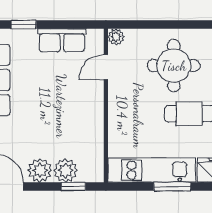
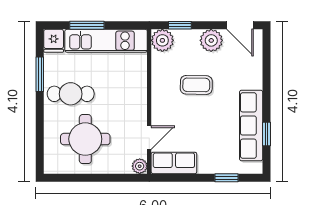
row of seats: (62, 40) -> (174, 163), moved
coffee table: (56, 123) -> (196, 85), added
plant: (66, 170) -> (162, 40), moved

